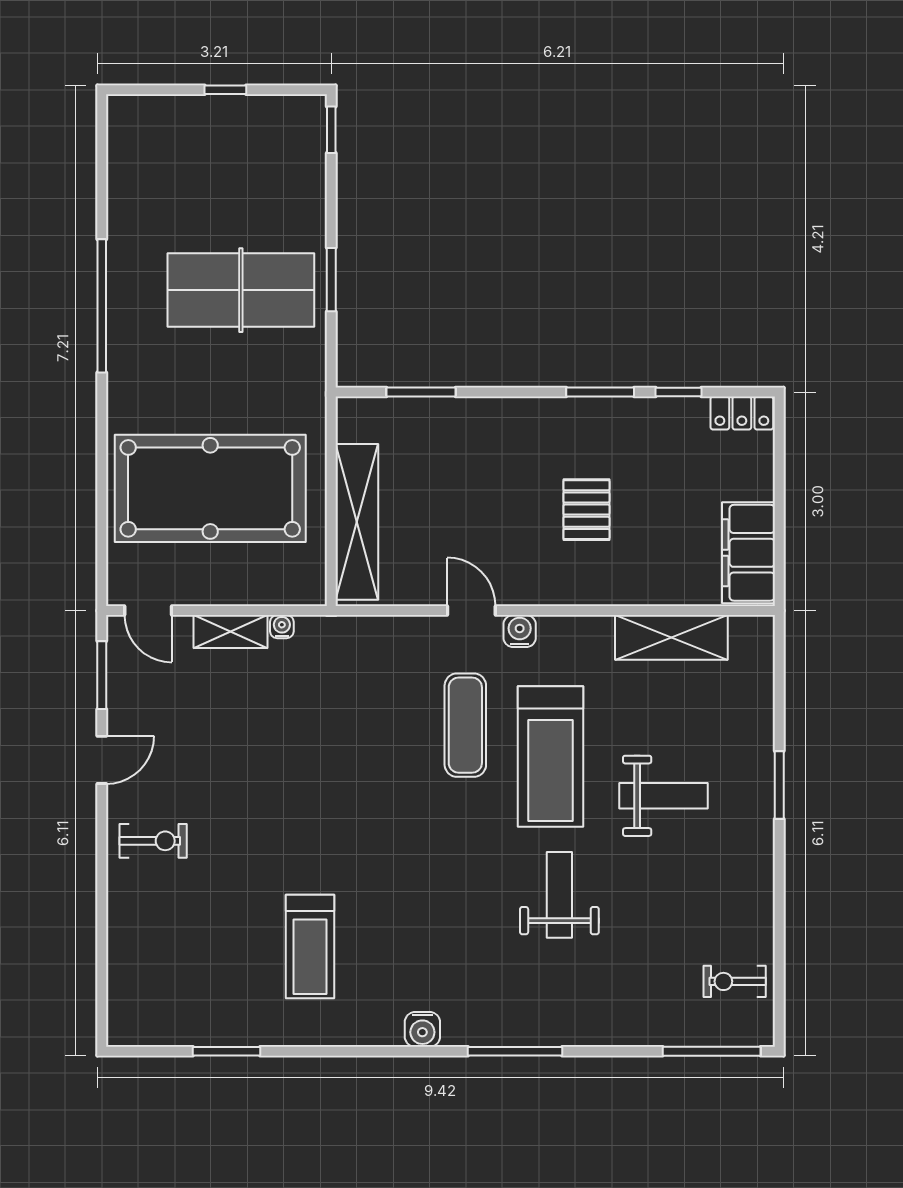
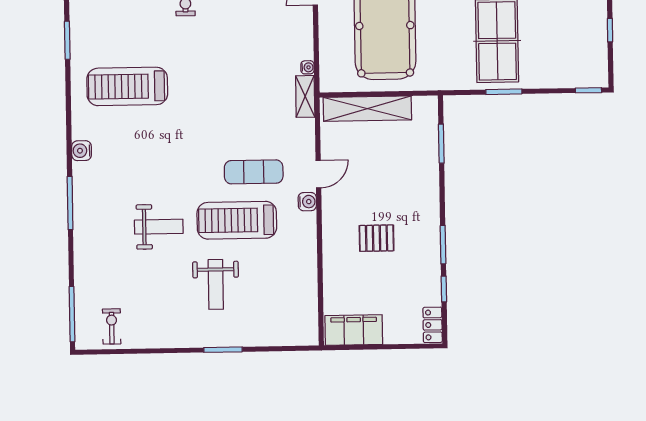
shelving: (230, 632) -> (305, 96), moved
shelving: (671, 637) -> (305, 287), removed
treadmill: (310, 946) -> (127, 86), width x1.37, depth x1.38

